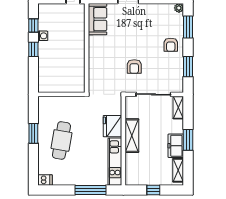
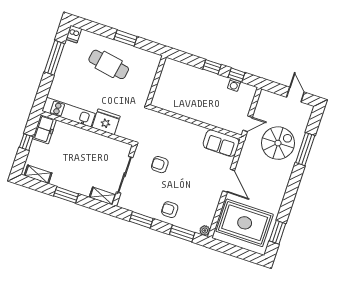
washing machine: (43, 36) -> (234, 85), moved
shelving: (132, 136) -> (90, 138), removed
freezer: (176, 146) -> (45, 129), moved, turned 90
window: (91, 190) -> (54, 58), moved

